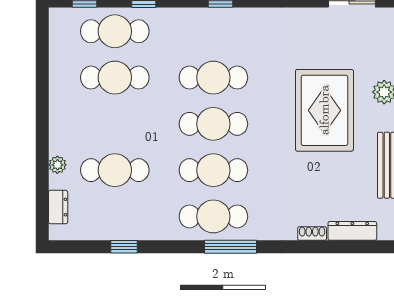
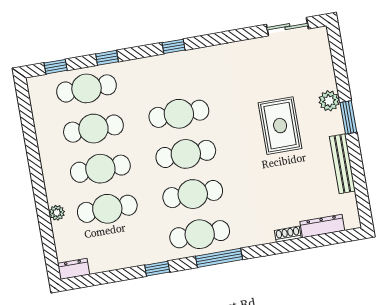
rug: (324, 110) -> (280, 126), width x0.73, depth x0.69
cafe table: (115, 124) -> (100, 169), added
dresser: (58, 207) -> (74, 269), moved, turned -90
window: (124, 247) -> (157, 269), moved

